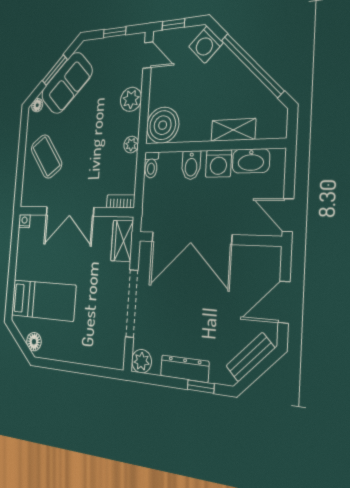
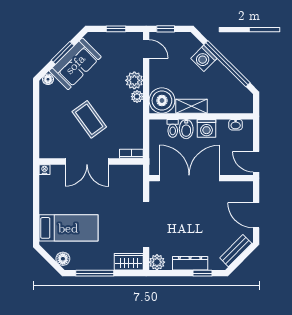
washing machine: (206, 45) -> (204, 58), moved
shelving: (233, 130) -> (192, 106), moved
plant: (131, 145) -> (137, 97), moved
coffee table: (46, 156) -> (89, 119), moved
washbasin: (251, 161) -> (236, 125), width x0.52, depth x0.69
toilet: (151, 165) -> (173, 128), moved
double door: (191, 238) -> (189, 178), swing flipped
wardrobe: (122, 241) -> (129, 262), moved, turned 90
door: (284, 302) -> (256, 215), hinge flipped
window: (67, 366) -> (95, 273), added

